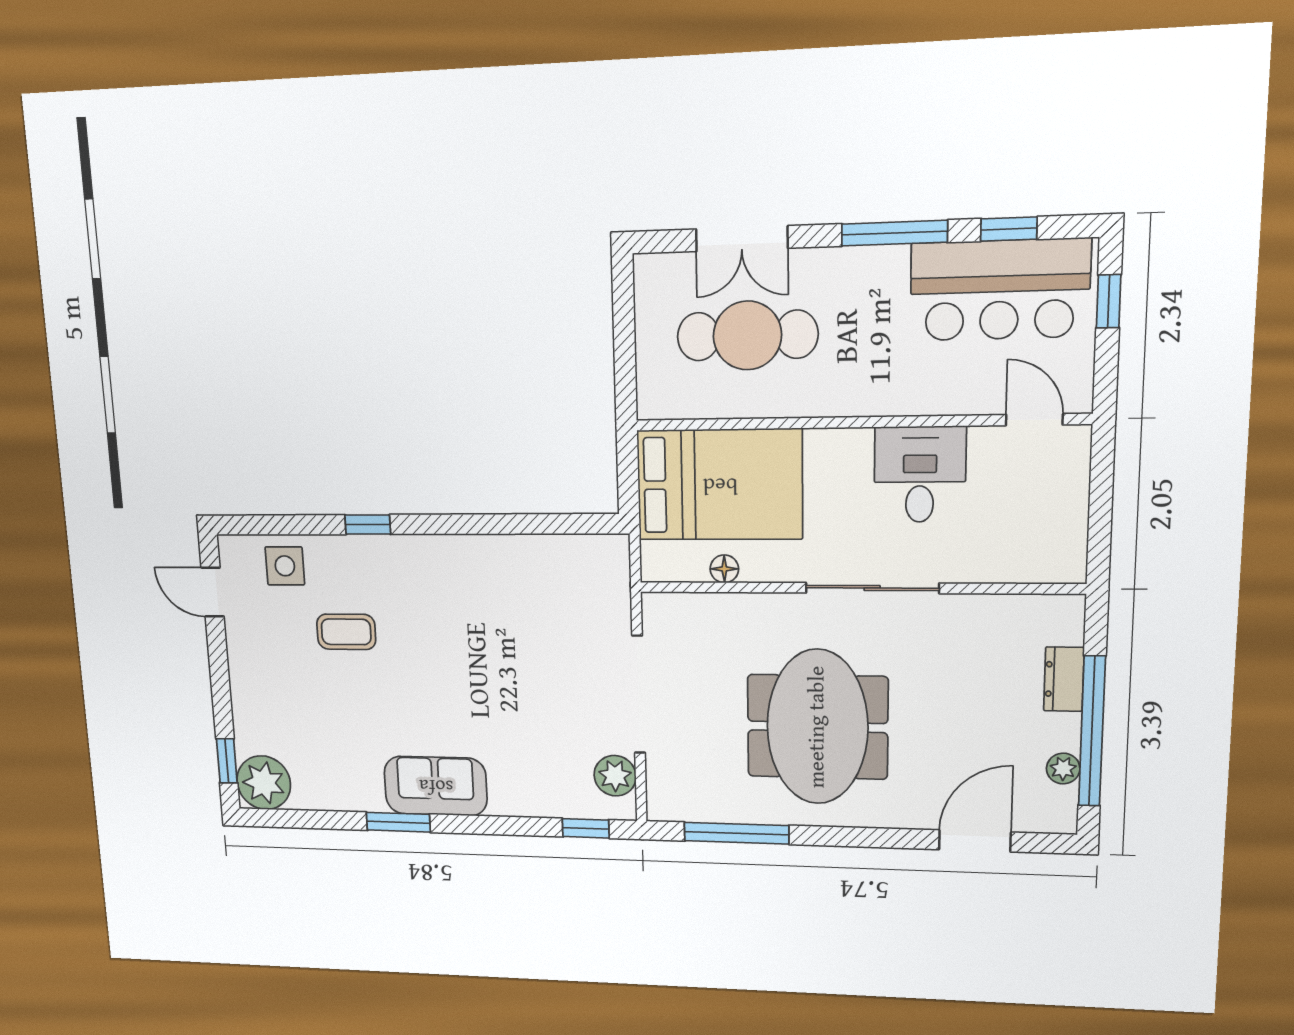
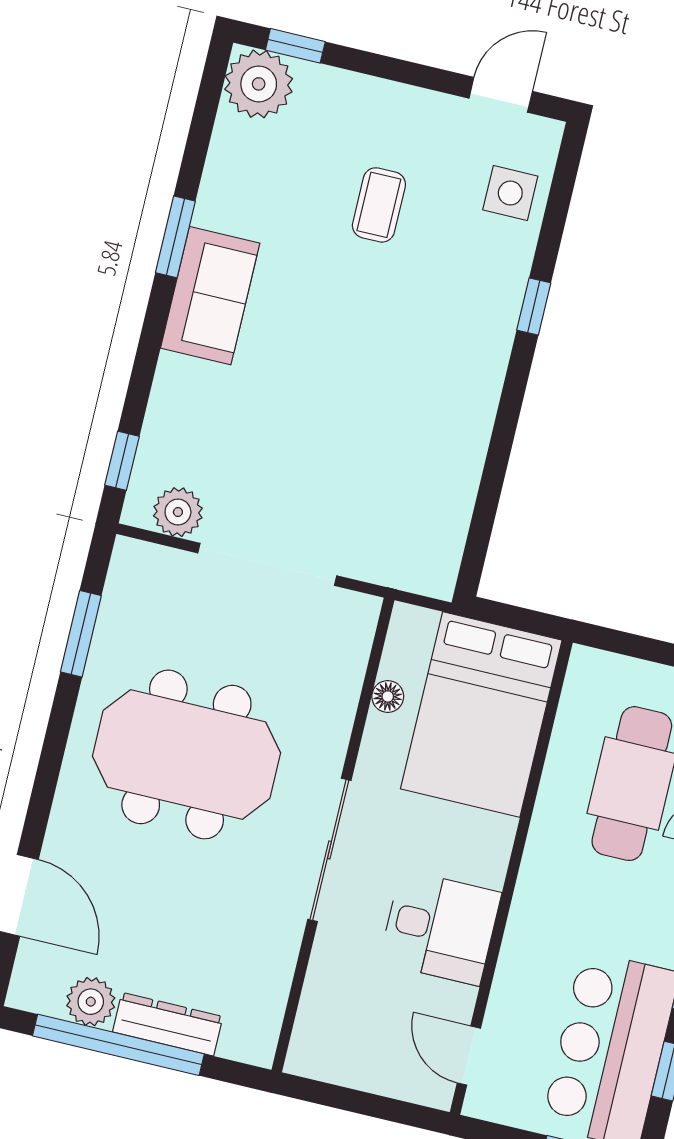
door: (1034, 420) -> (469, 1056), swing flipped
coffee table: (346, 632) -> (379, 205), moved
dresser: (1064, 679) -> (168, 1024), width x1.44
plant: (1063, 769) -> (91, 1002), width x1.38, depth x1.38
window: (736, 833) -> (81, 634), width x0.69

